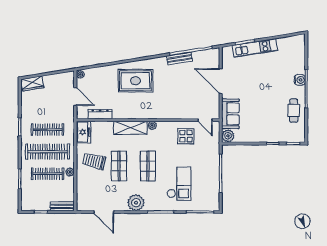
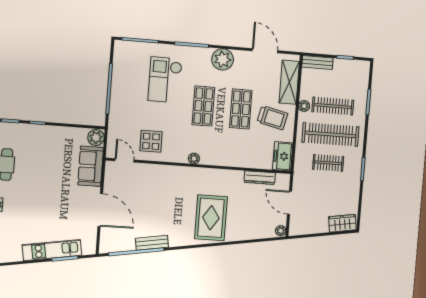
rug: (135, 81) -> (211, 218), turned 90
shelving: (130, 128) -> (289, 82), moved, turned 90
clothes rail: (48, 130) -> (328, 163), width x0.73

